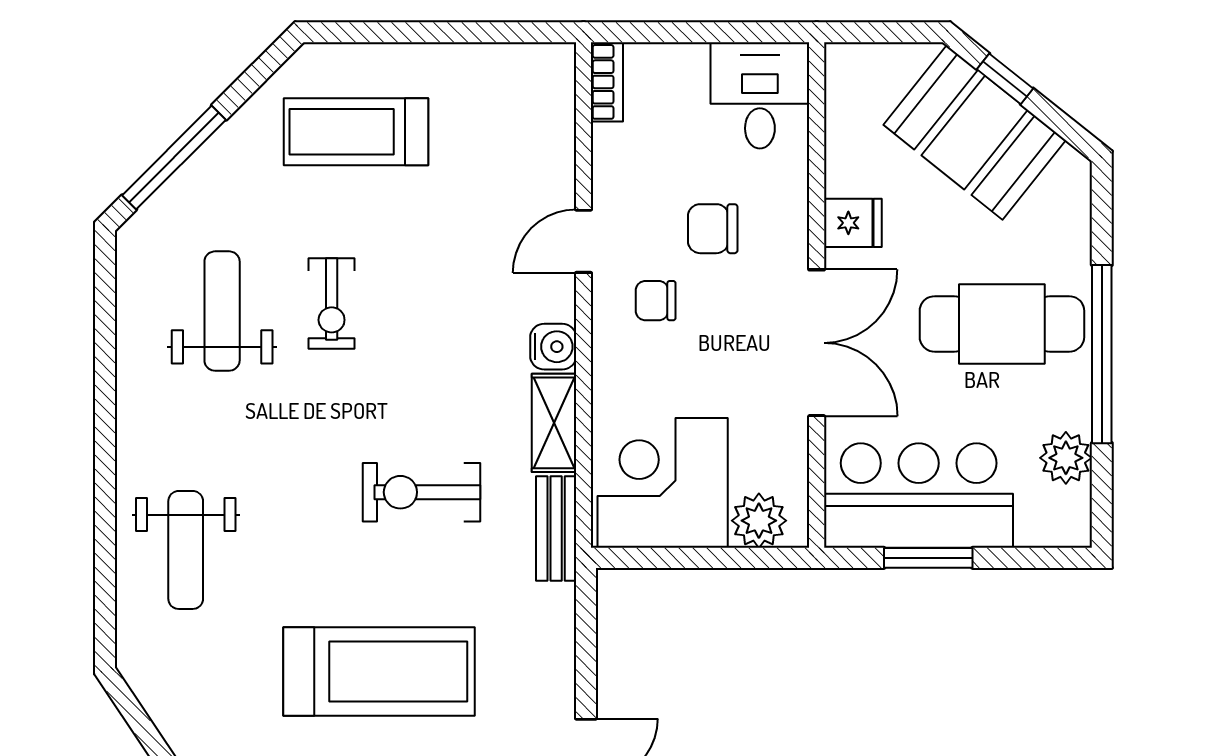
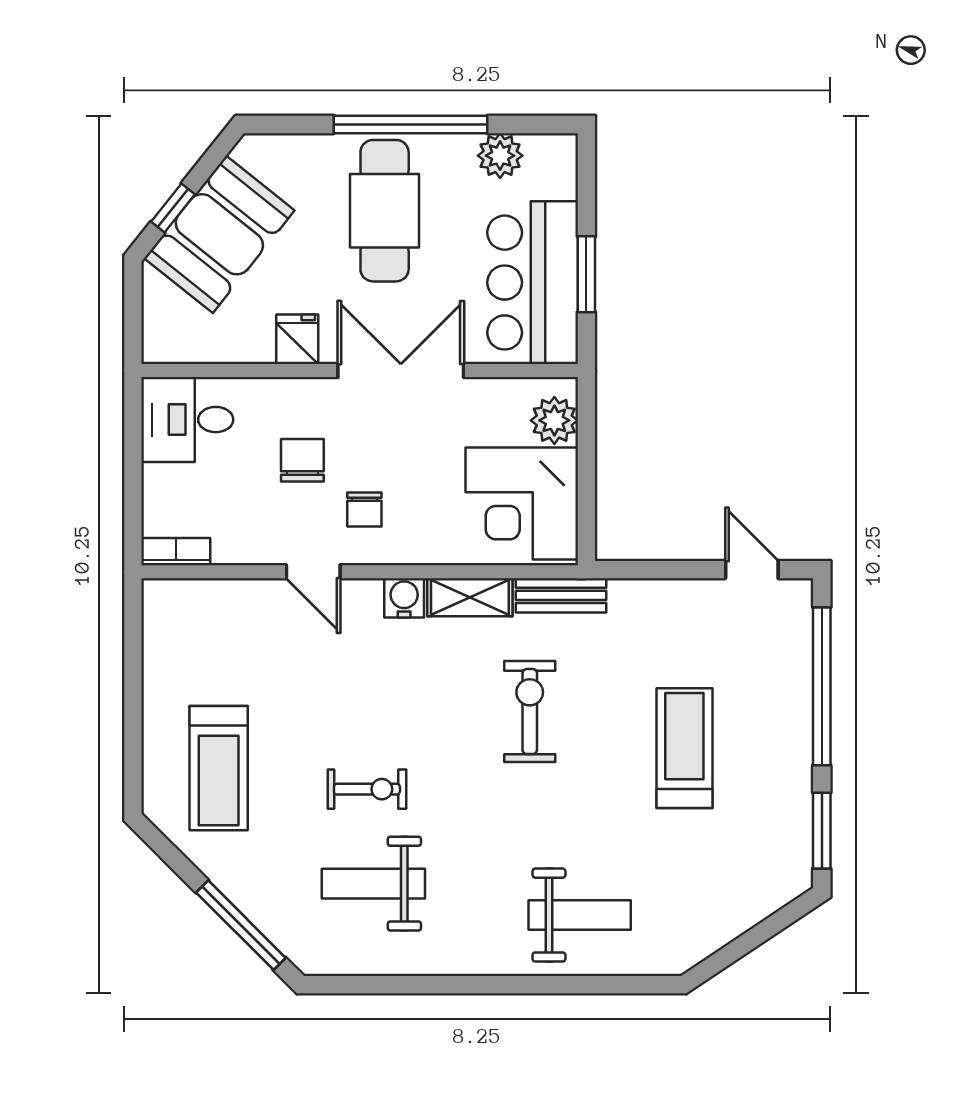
chair: (713, 229) -> (302, 460), turned 180
exercise bike: (422, 492) -> (530, 712), turned 180
treadmill: (379, 672) -> (684, 748), width x0.73, depth x0.73

